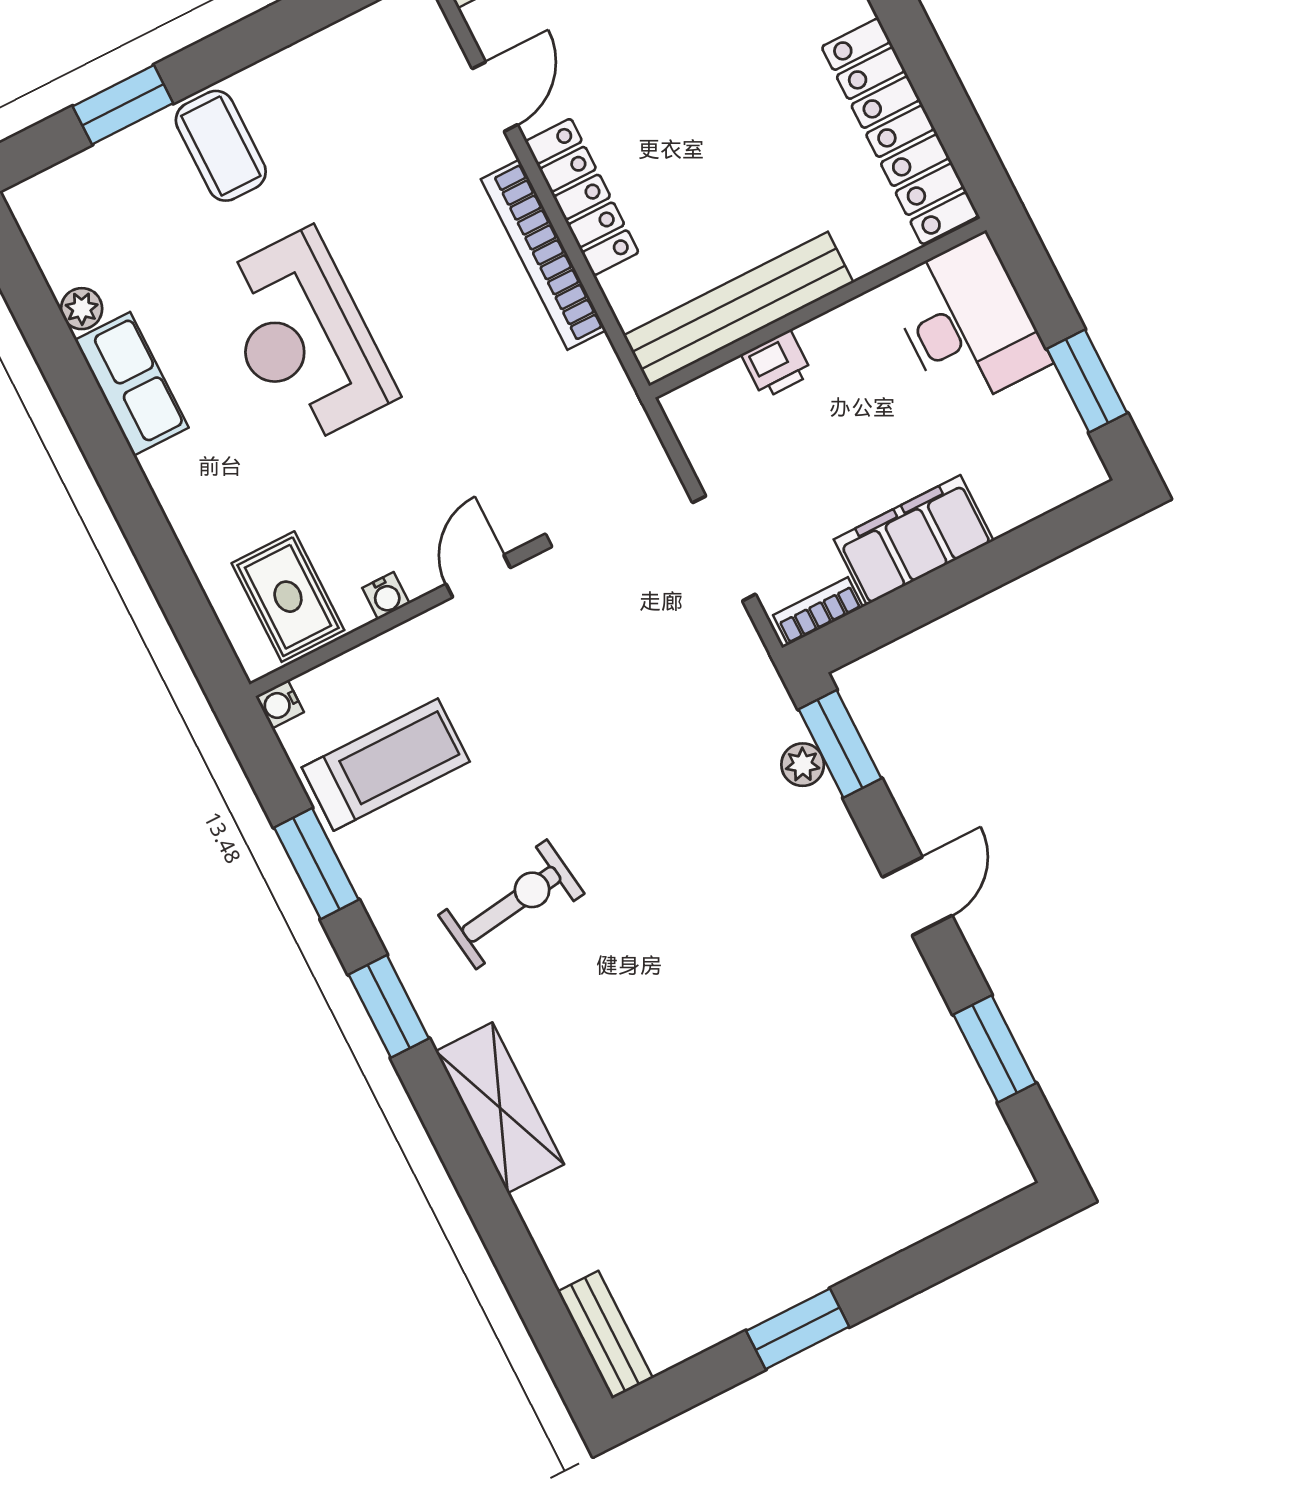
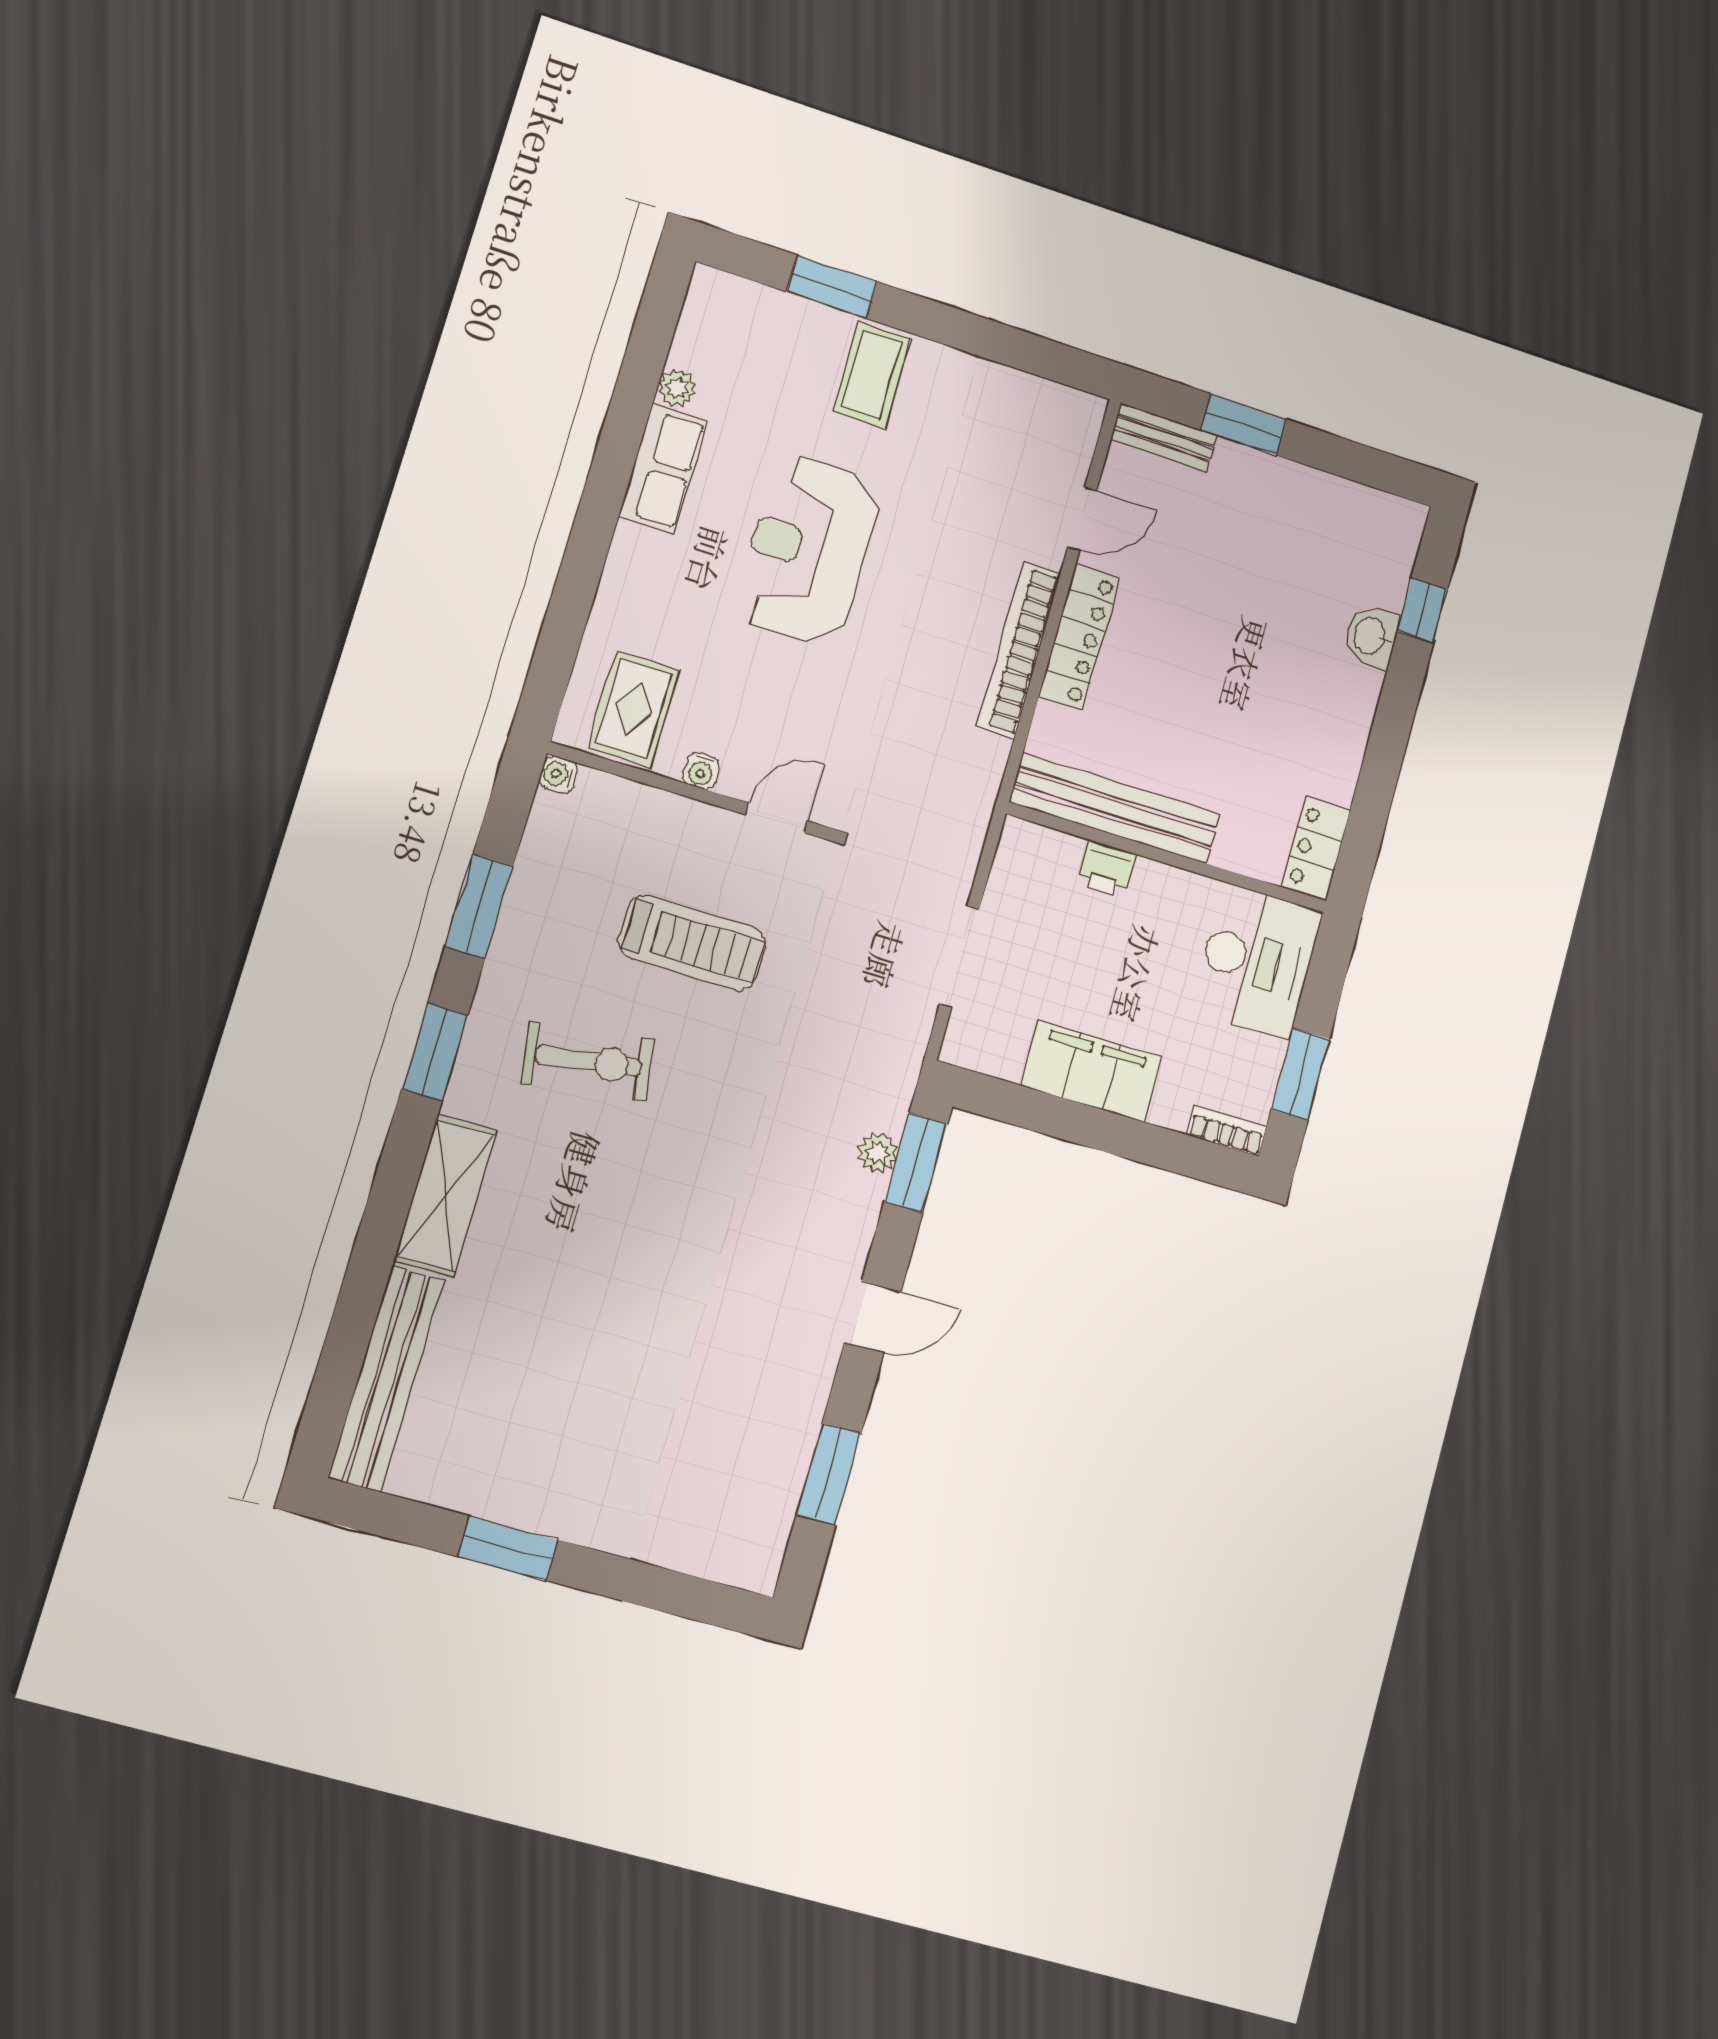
locker: (900, 131) -> (1316, 849), width x0.46, depth x0.83
bookcase: (818, 611) -> (1227, 1131), moved
treadmill: (386, 765) -> (692, 943), moved
bench: (605, 1335) -> (386, 1379), width x1.86, depth x1.21

